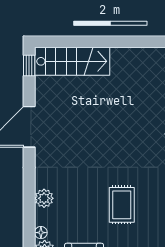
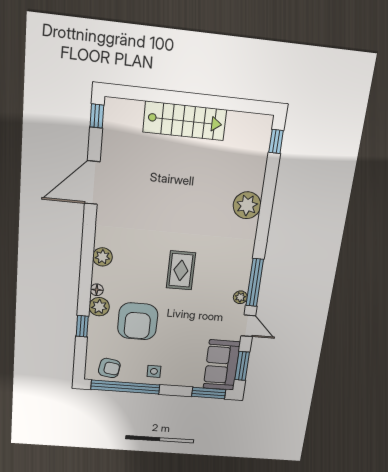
stairs: (72, 61) -> (185, 121), moved

